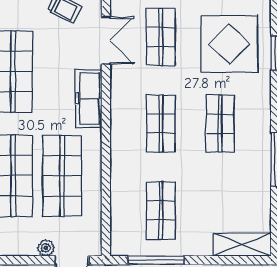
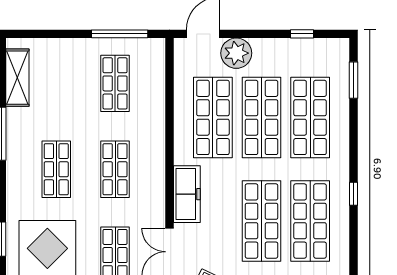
shelving: (242, 245) -> (17, 78), moved, turned 90
plant: (46, 248) -> (236, 53), width x1.87, depth x1.87

